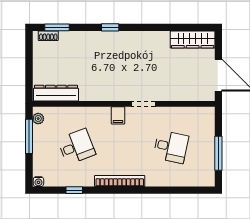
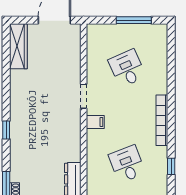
desk: (171, 147) -> (127, 68), turned -36

